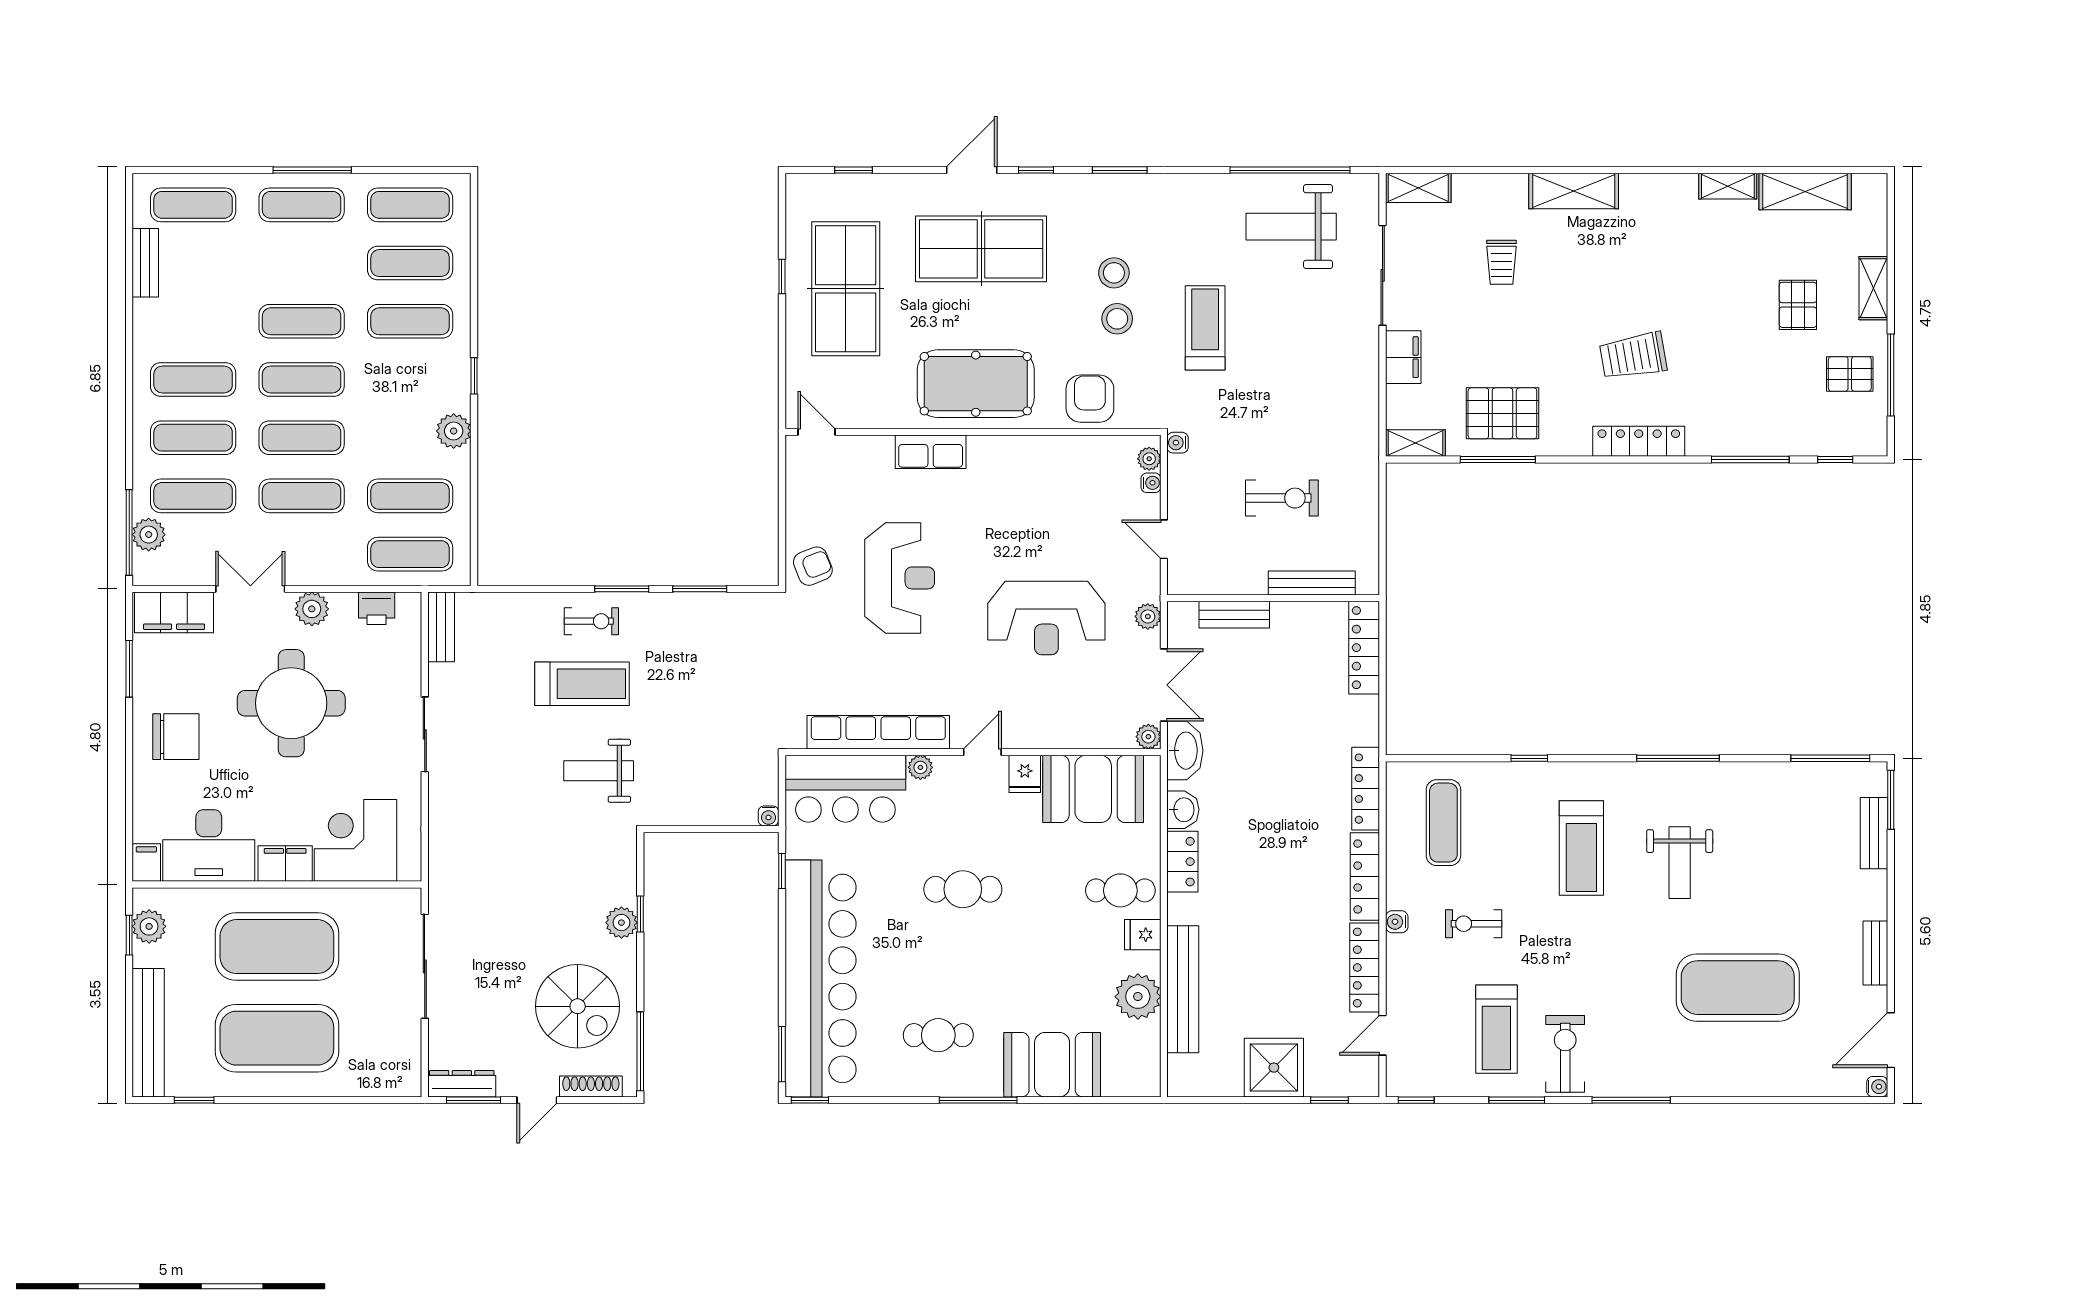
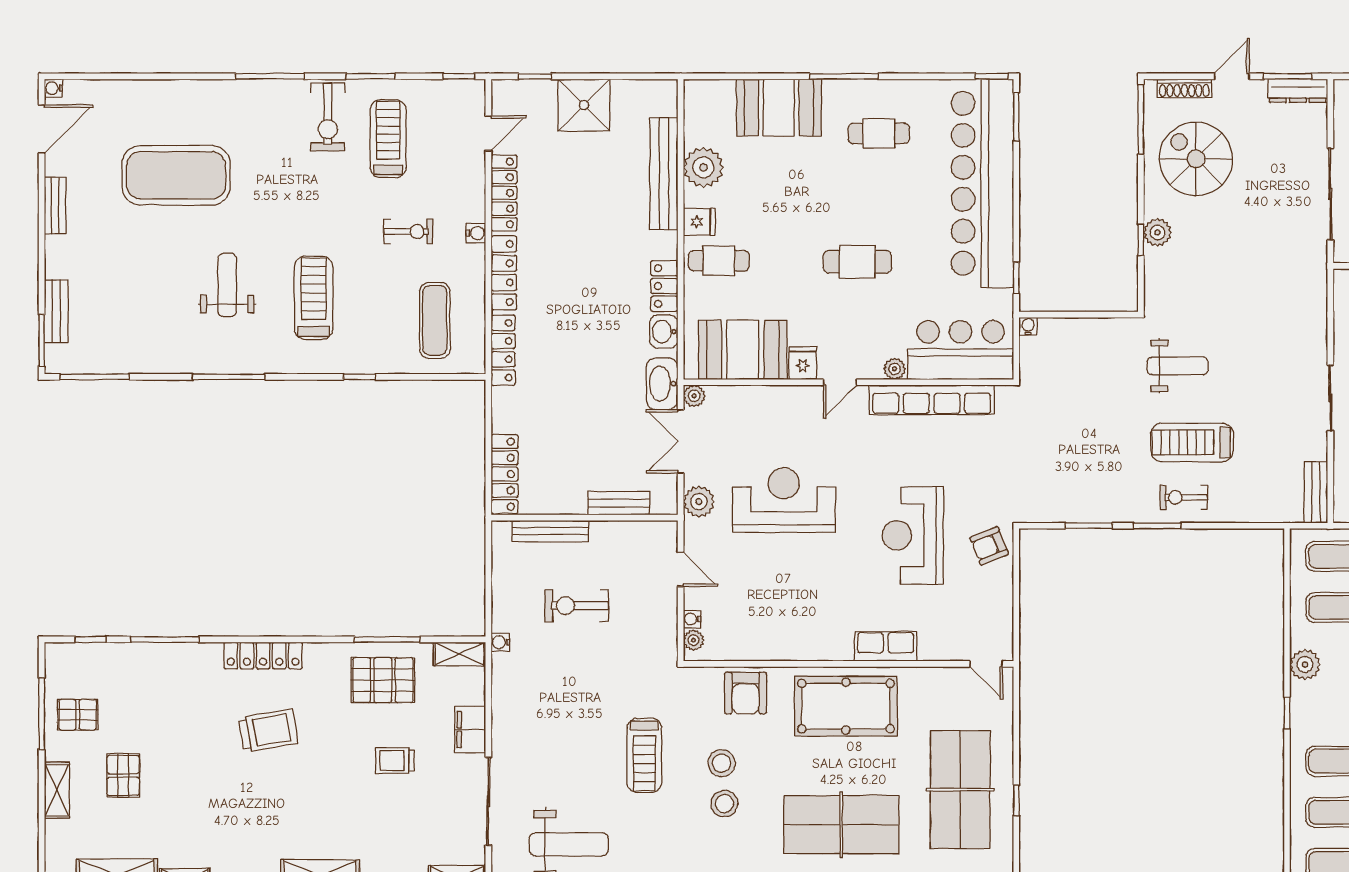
trolley: (1501, 262) -> (395, 760), moved, turned -90
water cooler: (1178, 443) -> (500, 642), moved, turned 180
plant: (1148, 616) -> (699, 502), width x1.38, depth x1.38

